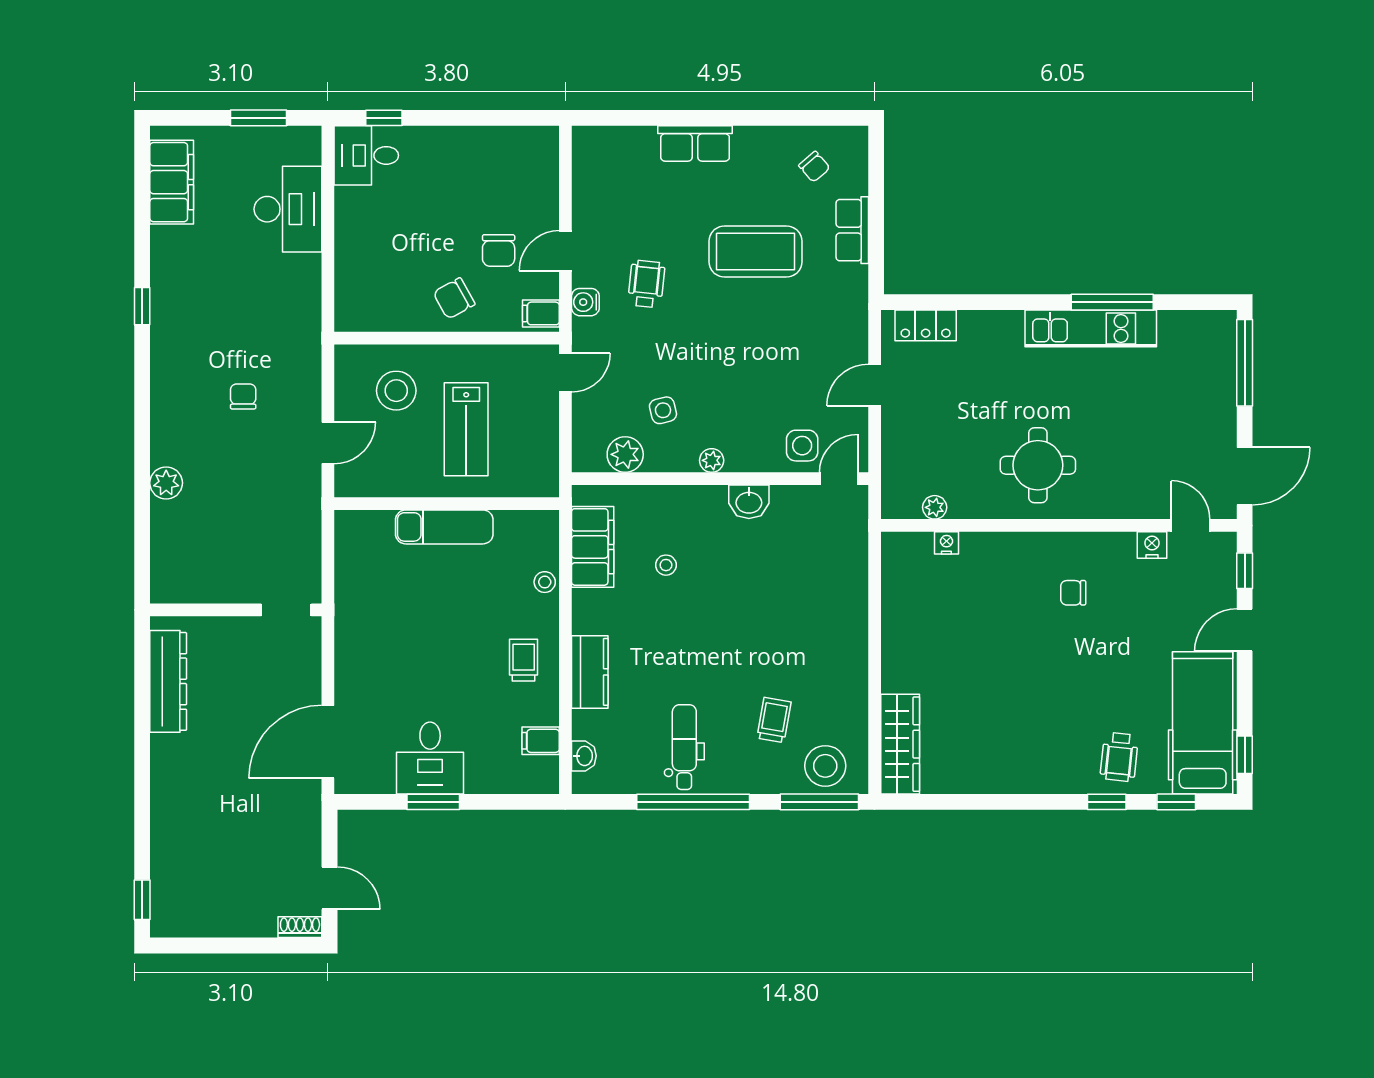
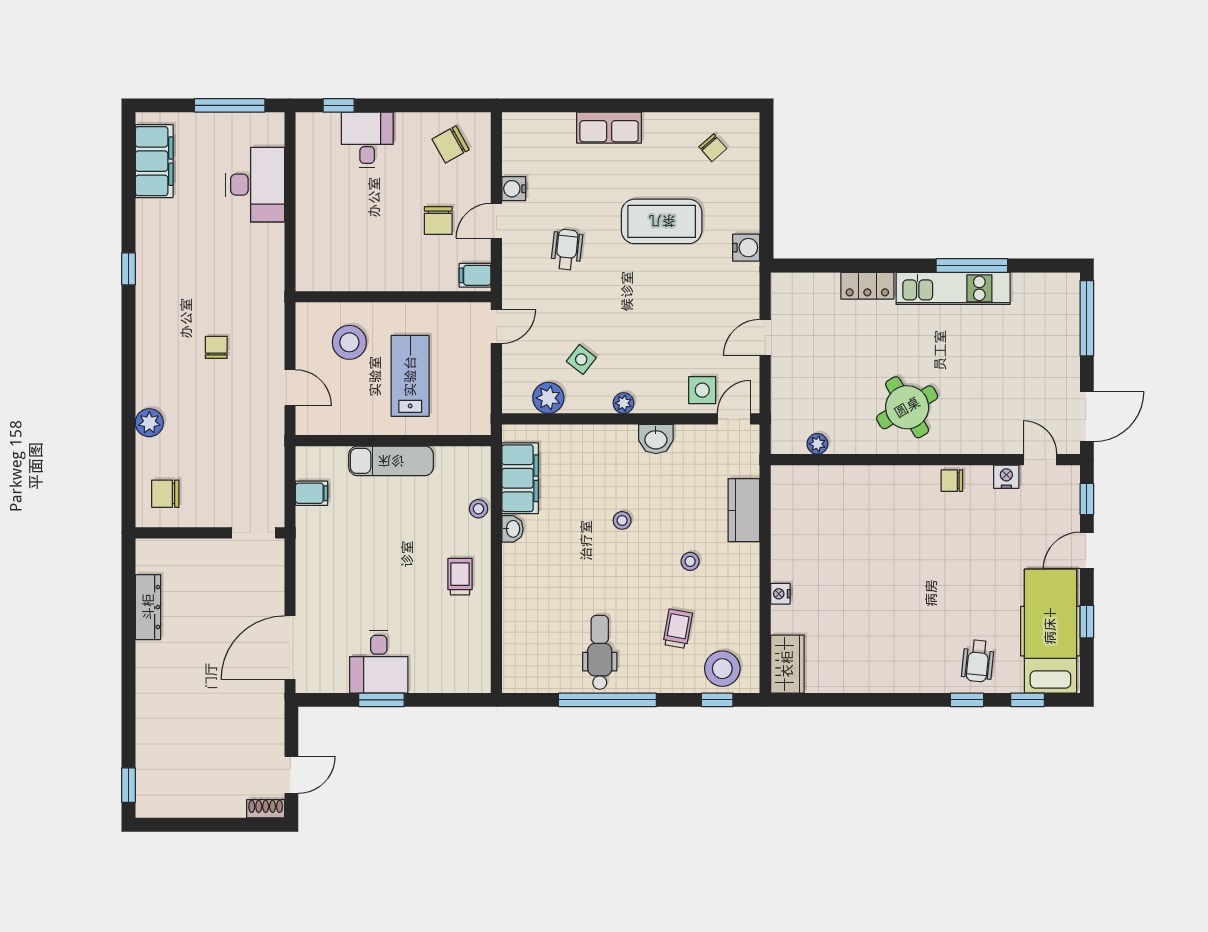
window: (259, 118) -> (230, 105), width x1.44
desk: (366, 155) -> (367, 140), moved, turned 90
row of seats: (852, 230) -> (746, 203), removed
water cooler: (853, 282) -> (746, 248), added
chair: (454, 298) -> (451, 144), moved
water cooler: (585, 302) -> (514, 189), moved
locker: (926, 325) -> (867, 286), moved
side table: (663, 410) -> (581, 359), turned -38
lab bench: (466, 429) -> (410, 376), turned 180
door: (328, 443) -> (290, 388), hinge flipped
round table: (1038, 465) -> (907, 407), turned -30
nightstand: (946, 543) -> (780, 594), moved, turned -90
chair: (185, 565) -> (165, 494), added
stool: (666, 565) -> (622, 520), moved
chair: (1073, 593) -> (952, 481), moved
stool: (788, 643) -> (690, 561), added
kitchen counter: (590, 672) -> (744, 510), moved, turned 180
dresser: (168, 681) -> (148, 607), width x0.73, depth x0.80
filing cabinet: (541, 741) -> (312, 493), moved, turned 180
wardrobe: (900, 744) -> (787, 664), width x0.67
window: (1245, 755) -> (1087, 622), moved
washbasin: (584, 756) -> (512, 529), moved
window: (819, 802) -> (717, 700), width x0.46
door: (330, 888) -> (291, 775), hinge flipped

